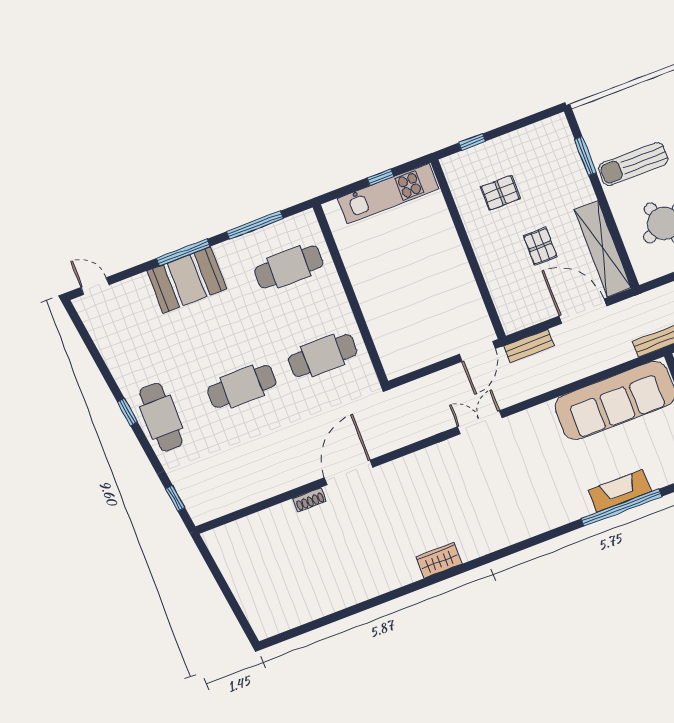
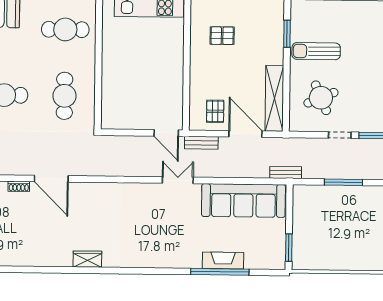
pallet: (540, 246) -> (215, 111), moved
door: (477, 351) -> (166, 133), hinge flipped
cafe table: (323, 356) -> (64, 96), turned 90
double door: (480, 422) -> (178, 180), moved
door: (349, 472) -> (51, 179), swing flipped

